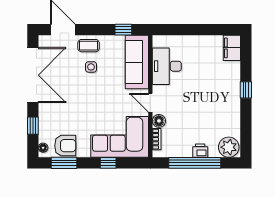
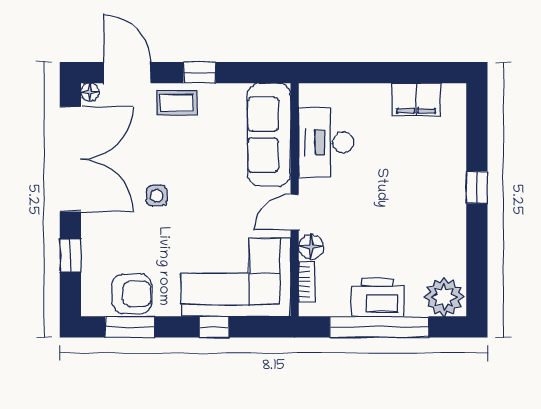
window: (123, 30) -> (199, 73), moved
filing cabinet: (232, 48) -> (416, 99), moved, turned -90
side table: (91, 67) -> (157, 196), moved
door: (150, 103) -> (295, 212), hinge flipped
floor lamp: (43, 148) -> (90, 92), moved
printer: (200, 151) -> (377, 297), width x1.87, depth x1.48

